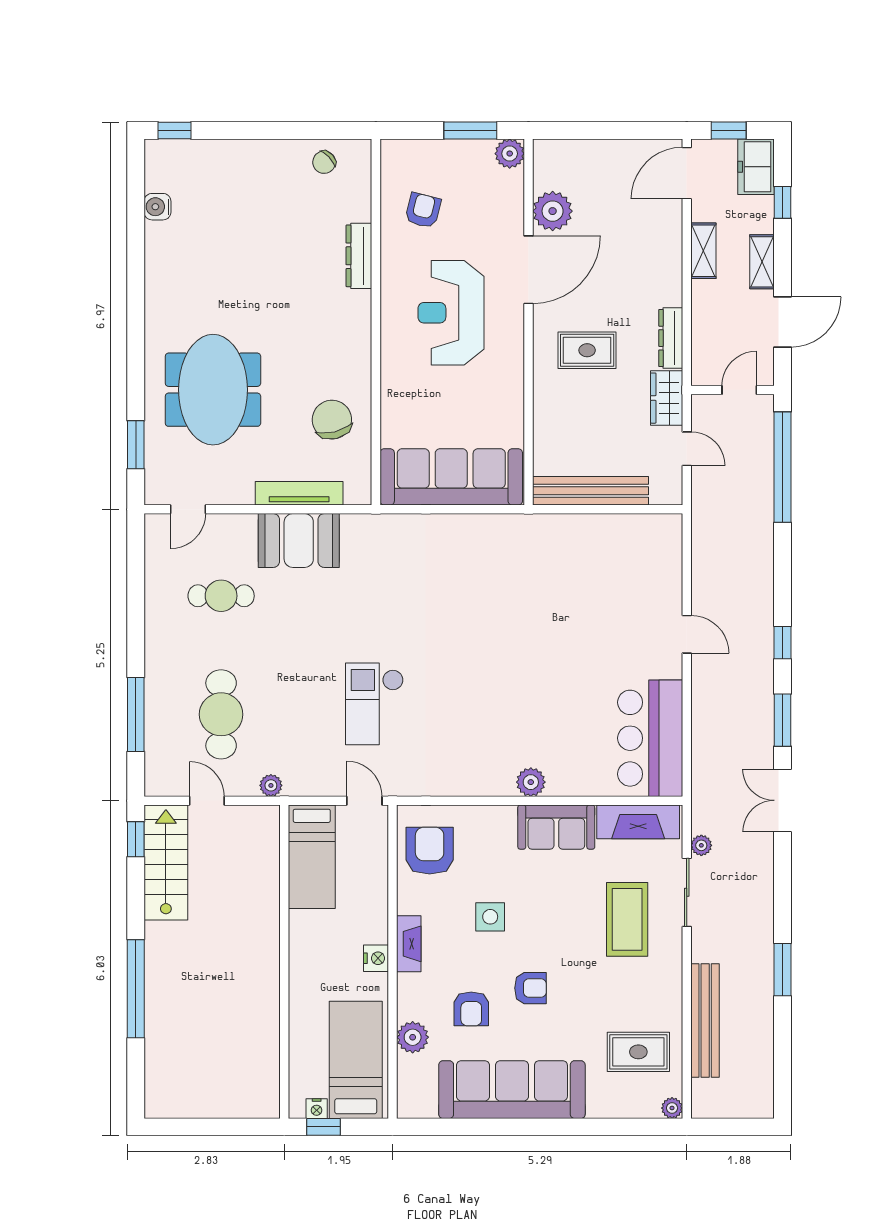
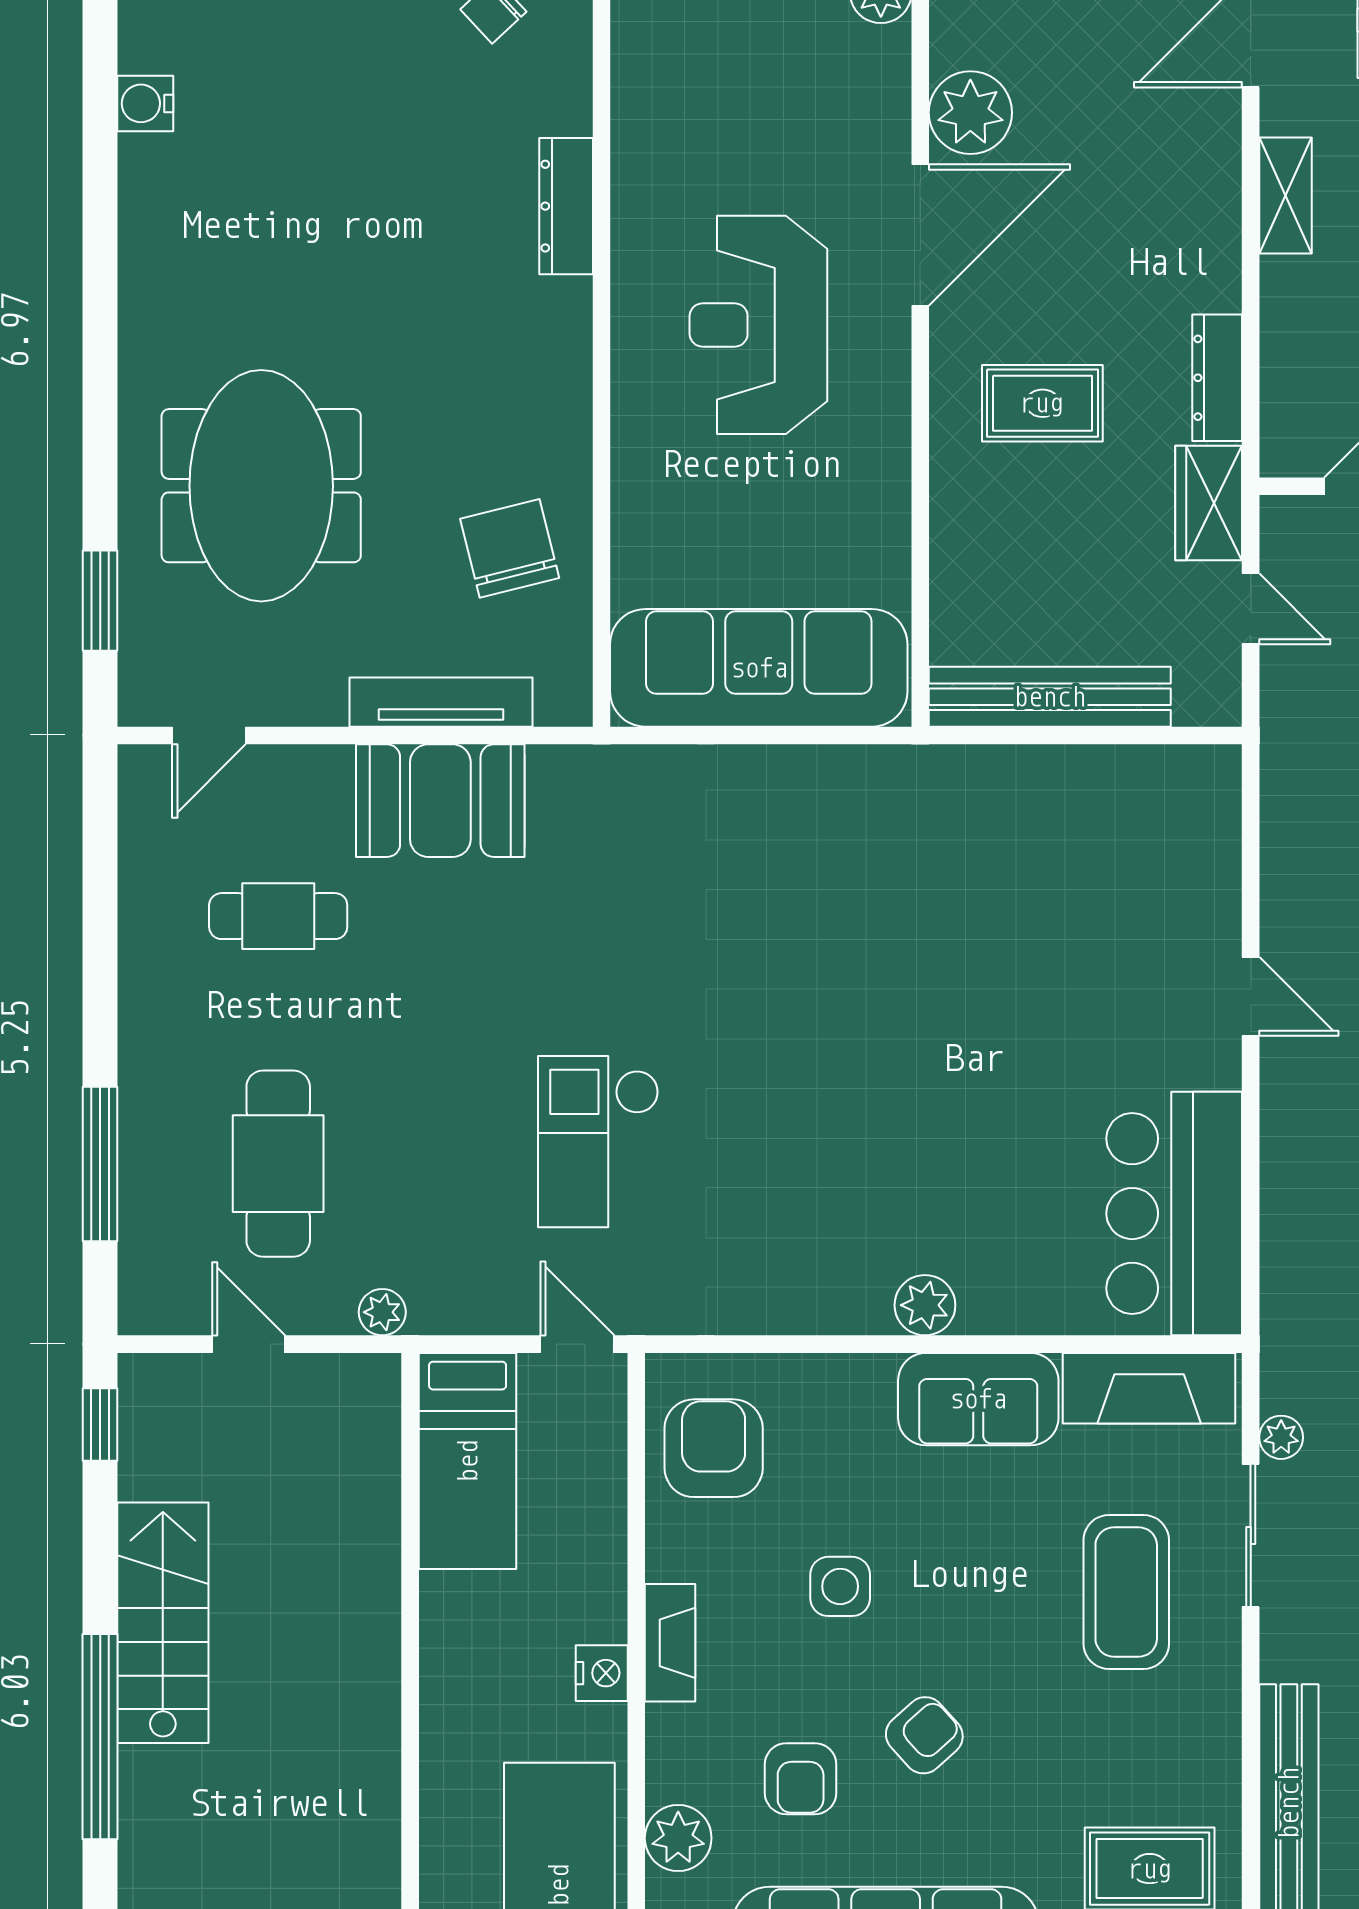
armchair: (423, 210) -> (700, 111), removed
stairs: (166, 863) -> (163, 1623), moved
armchair: (530, 988) -> (924, 1735), turned -42

